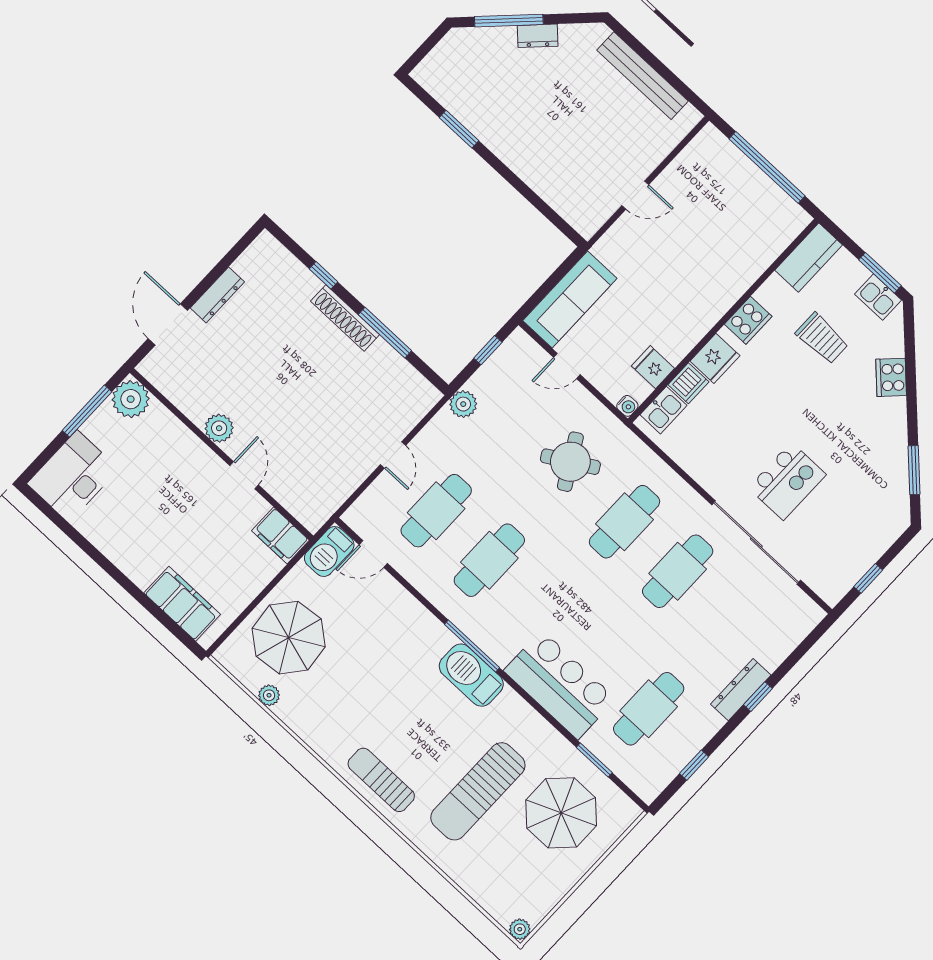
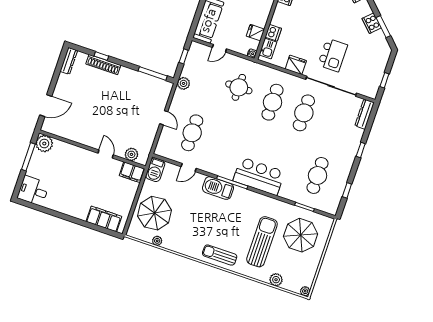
dresser: (217, 295) -> (69, 61), moved
shoe rack: (345, 318) -> (103, 65), moved
door: (168, 325) -> (46, 106), swing flipped
window: (385, 333) -> (153, 73), moved
fridge: (715, 358) -> (296, 65), moved, turned -90
plant: (219, 428) -> (131, 154), moved
cooker: (894, 453) -> (372, 23), added
round table: (570, 462) -> (239, 87), turned 30
desk: (73, 476) -> (33, 191), width x0.73
door: (373, 554) -> (189, 168), moved
cafe table: (489, 560) -> (224, 143), removed
barbecue: (471, 675) -> (218, 188), moved
bar counter: (560, 685) -> (259, 176), moved
dresser: (741, 690) -> (365, 114), moved
sun lounger: (478, 791) -> (262, 242), turned 180
plant: (472, 880) -> (276, 280), added

